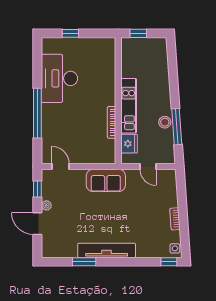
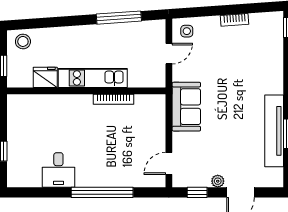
desk: (59, 78) -> (58, 170), width x0.53, depth x0.77
stool: (165, 122) -> (23, 41), moved
fridge: (129, 144) -> (45, 77), moved
side table: (175, 248) -> (187, 31), moved
tv unit: (107, 250) -> (274, 131), moved

